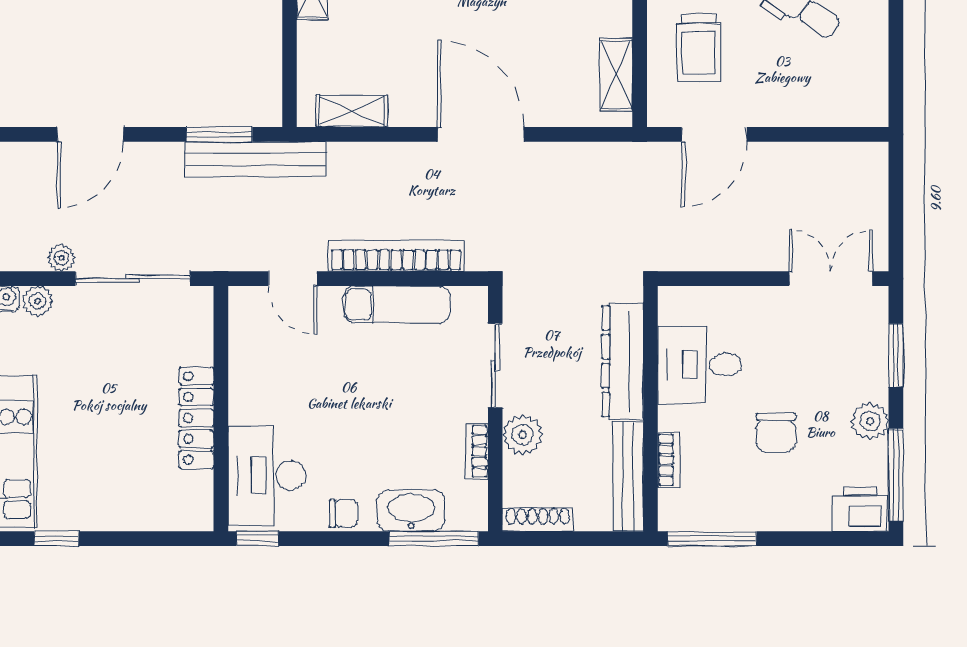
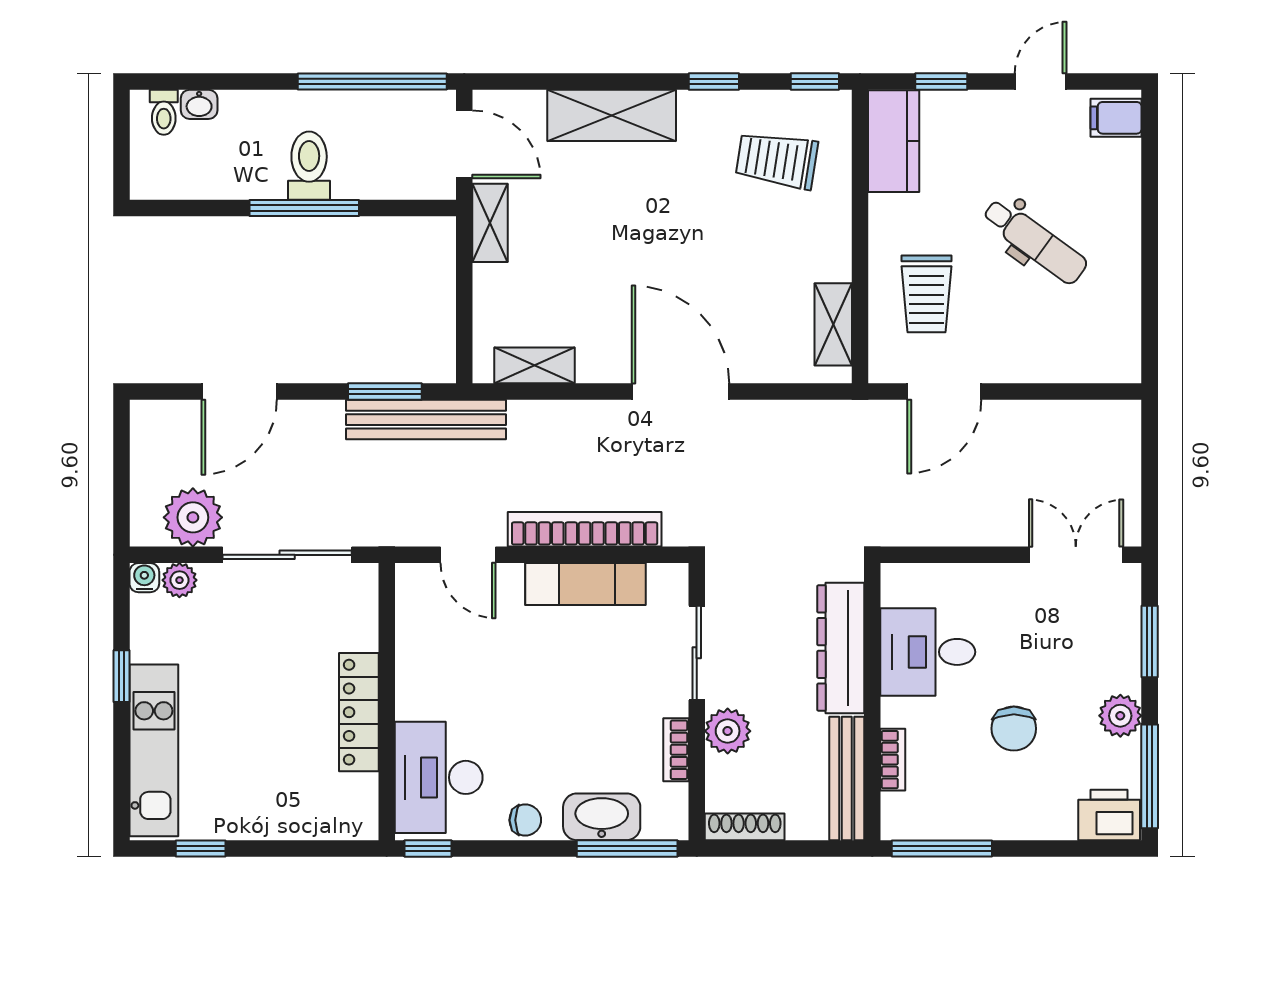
plant: (62, 258) -> (193, 517), width x1.88, depth x1.88

